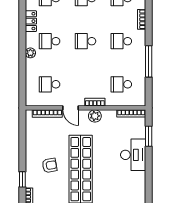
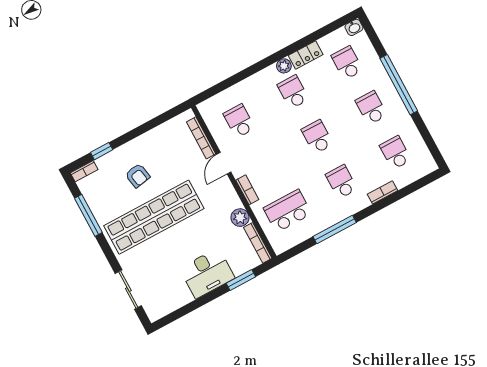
plant: (30, 53) -> (284, 66), moved
school desk: (121, 84) -> (287, 211), width x1.85
plant: (95, 116) -> (240, 218), moved

